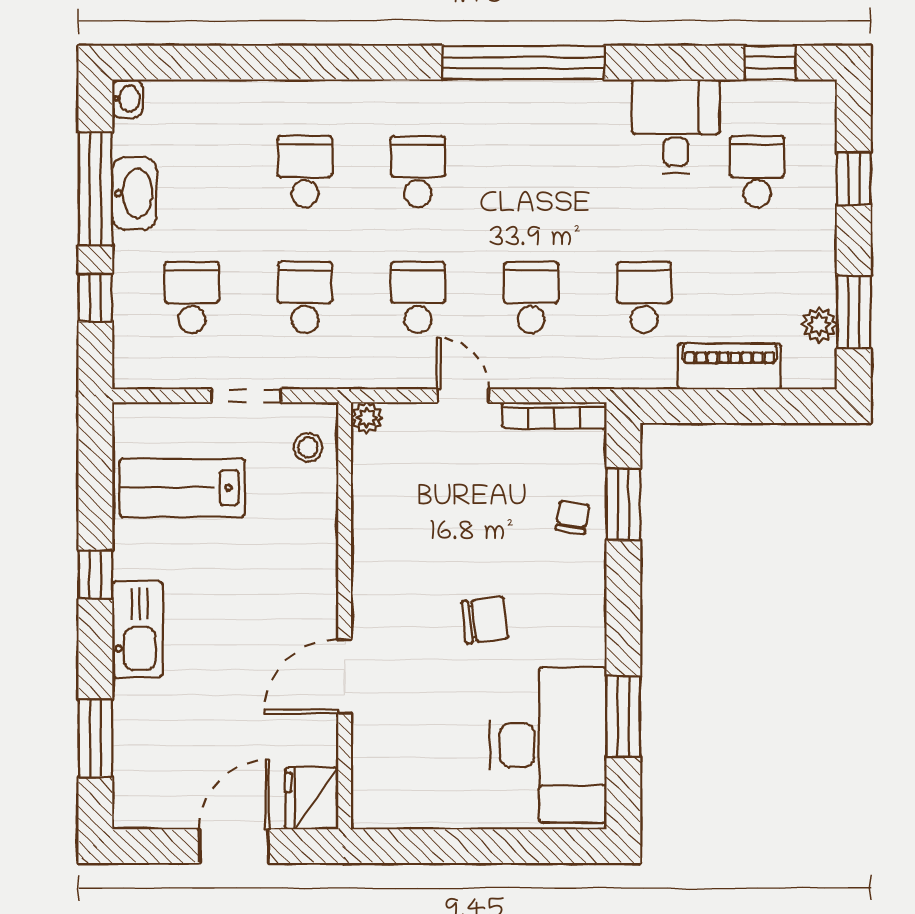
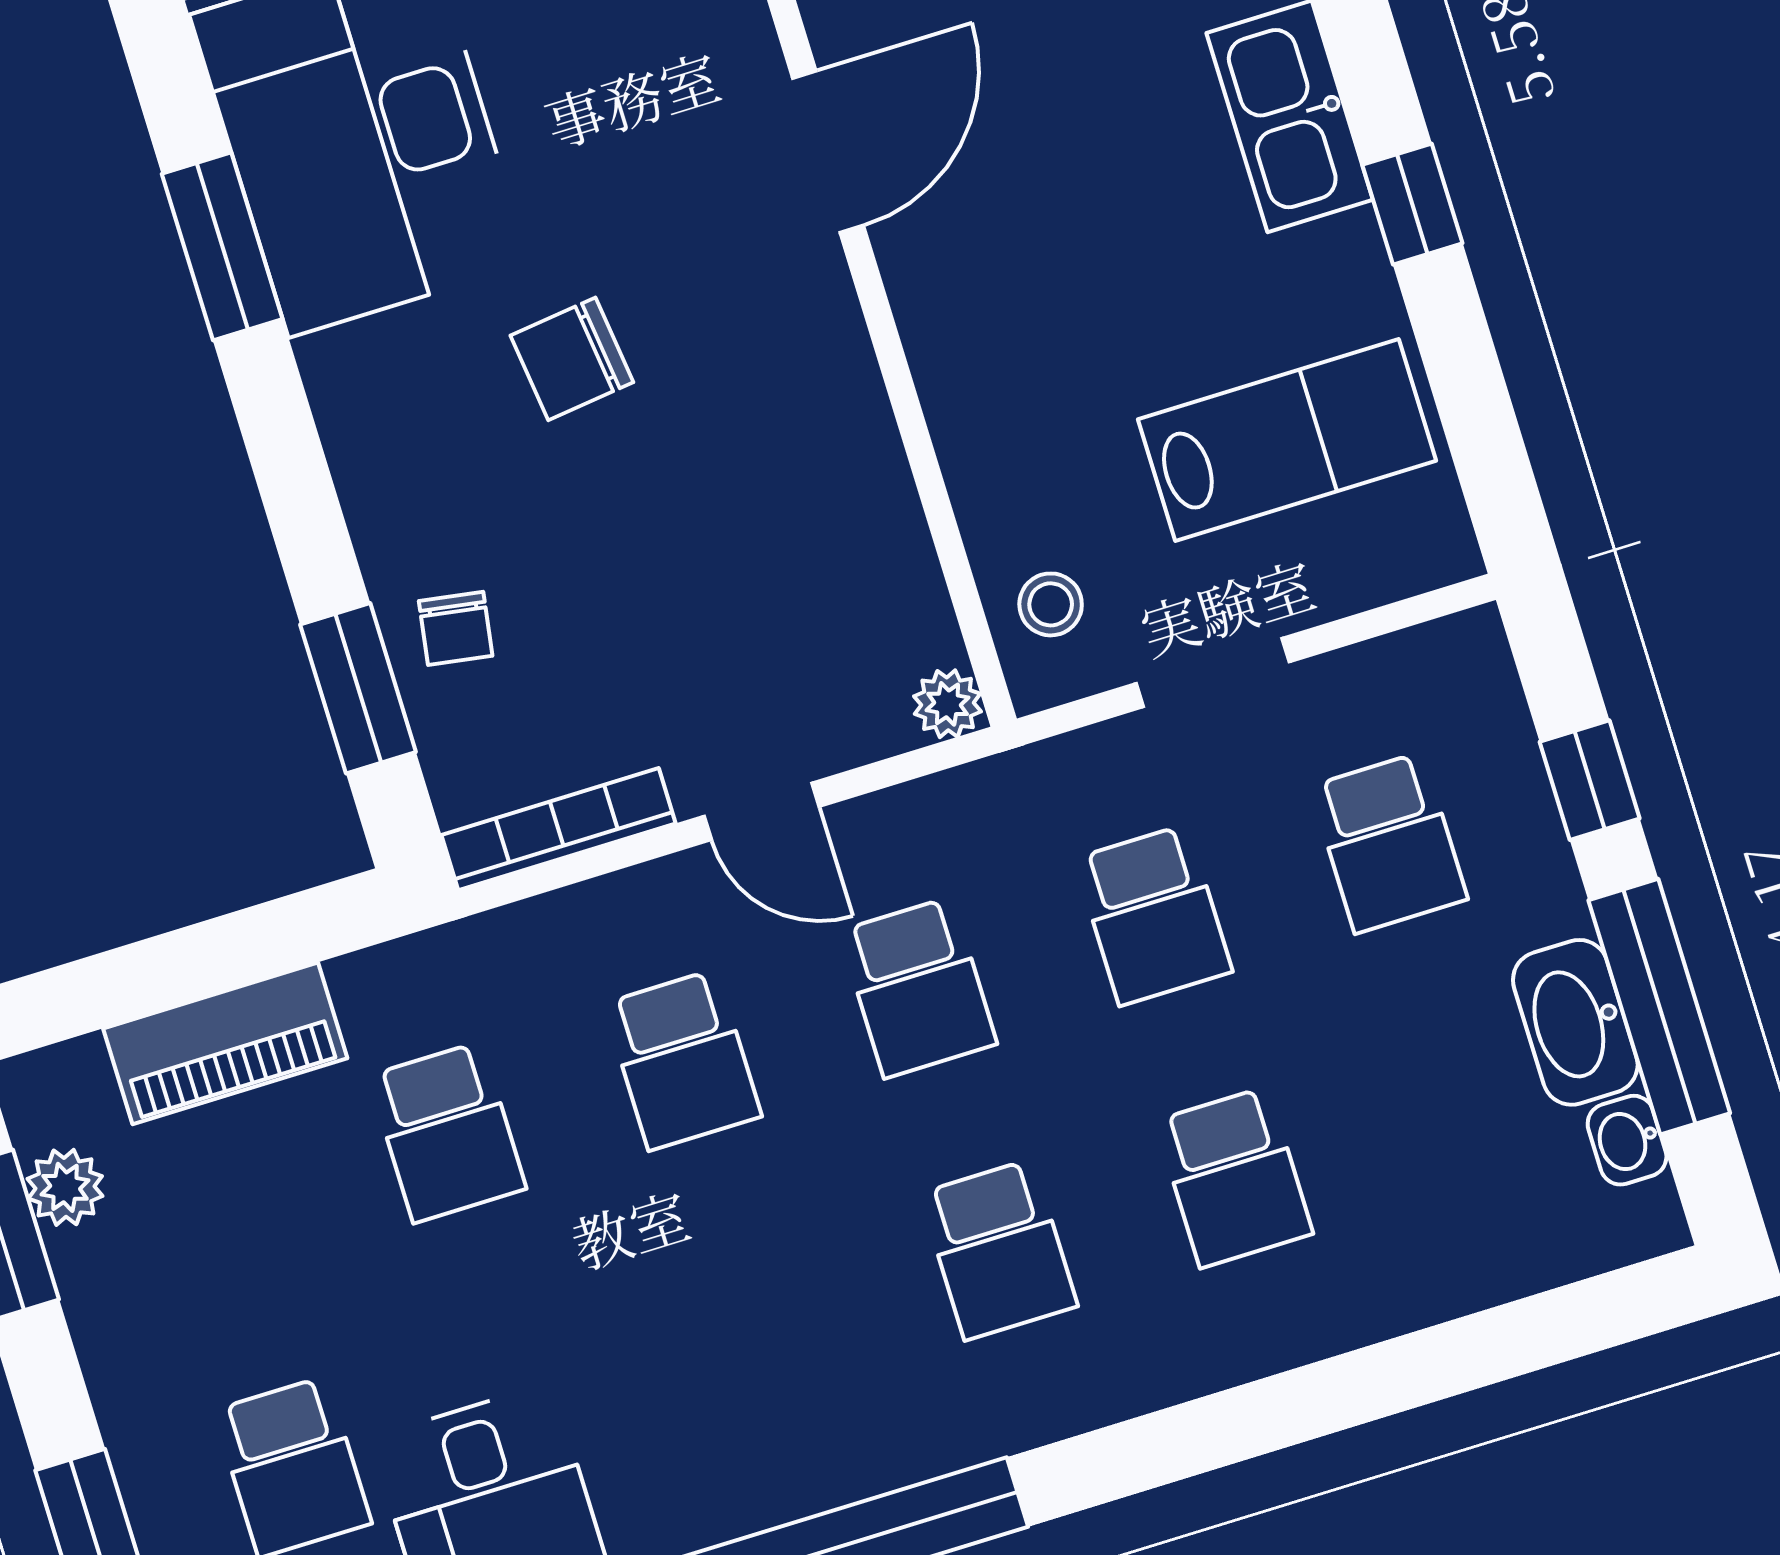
washbasin: (127, 98) -> (1627, 1140), moved

